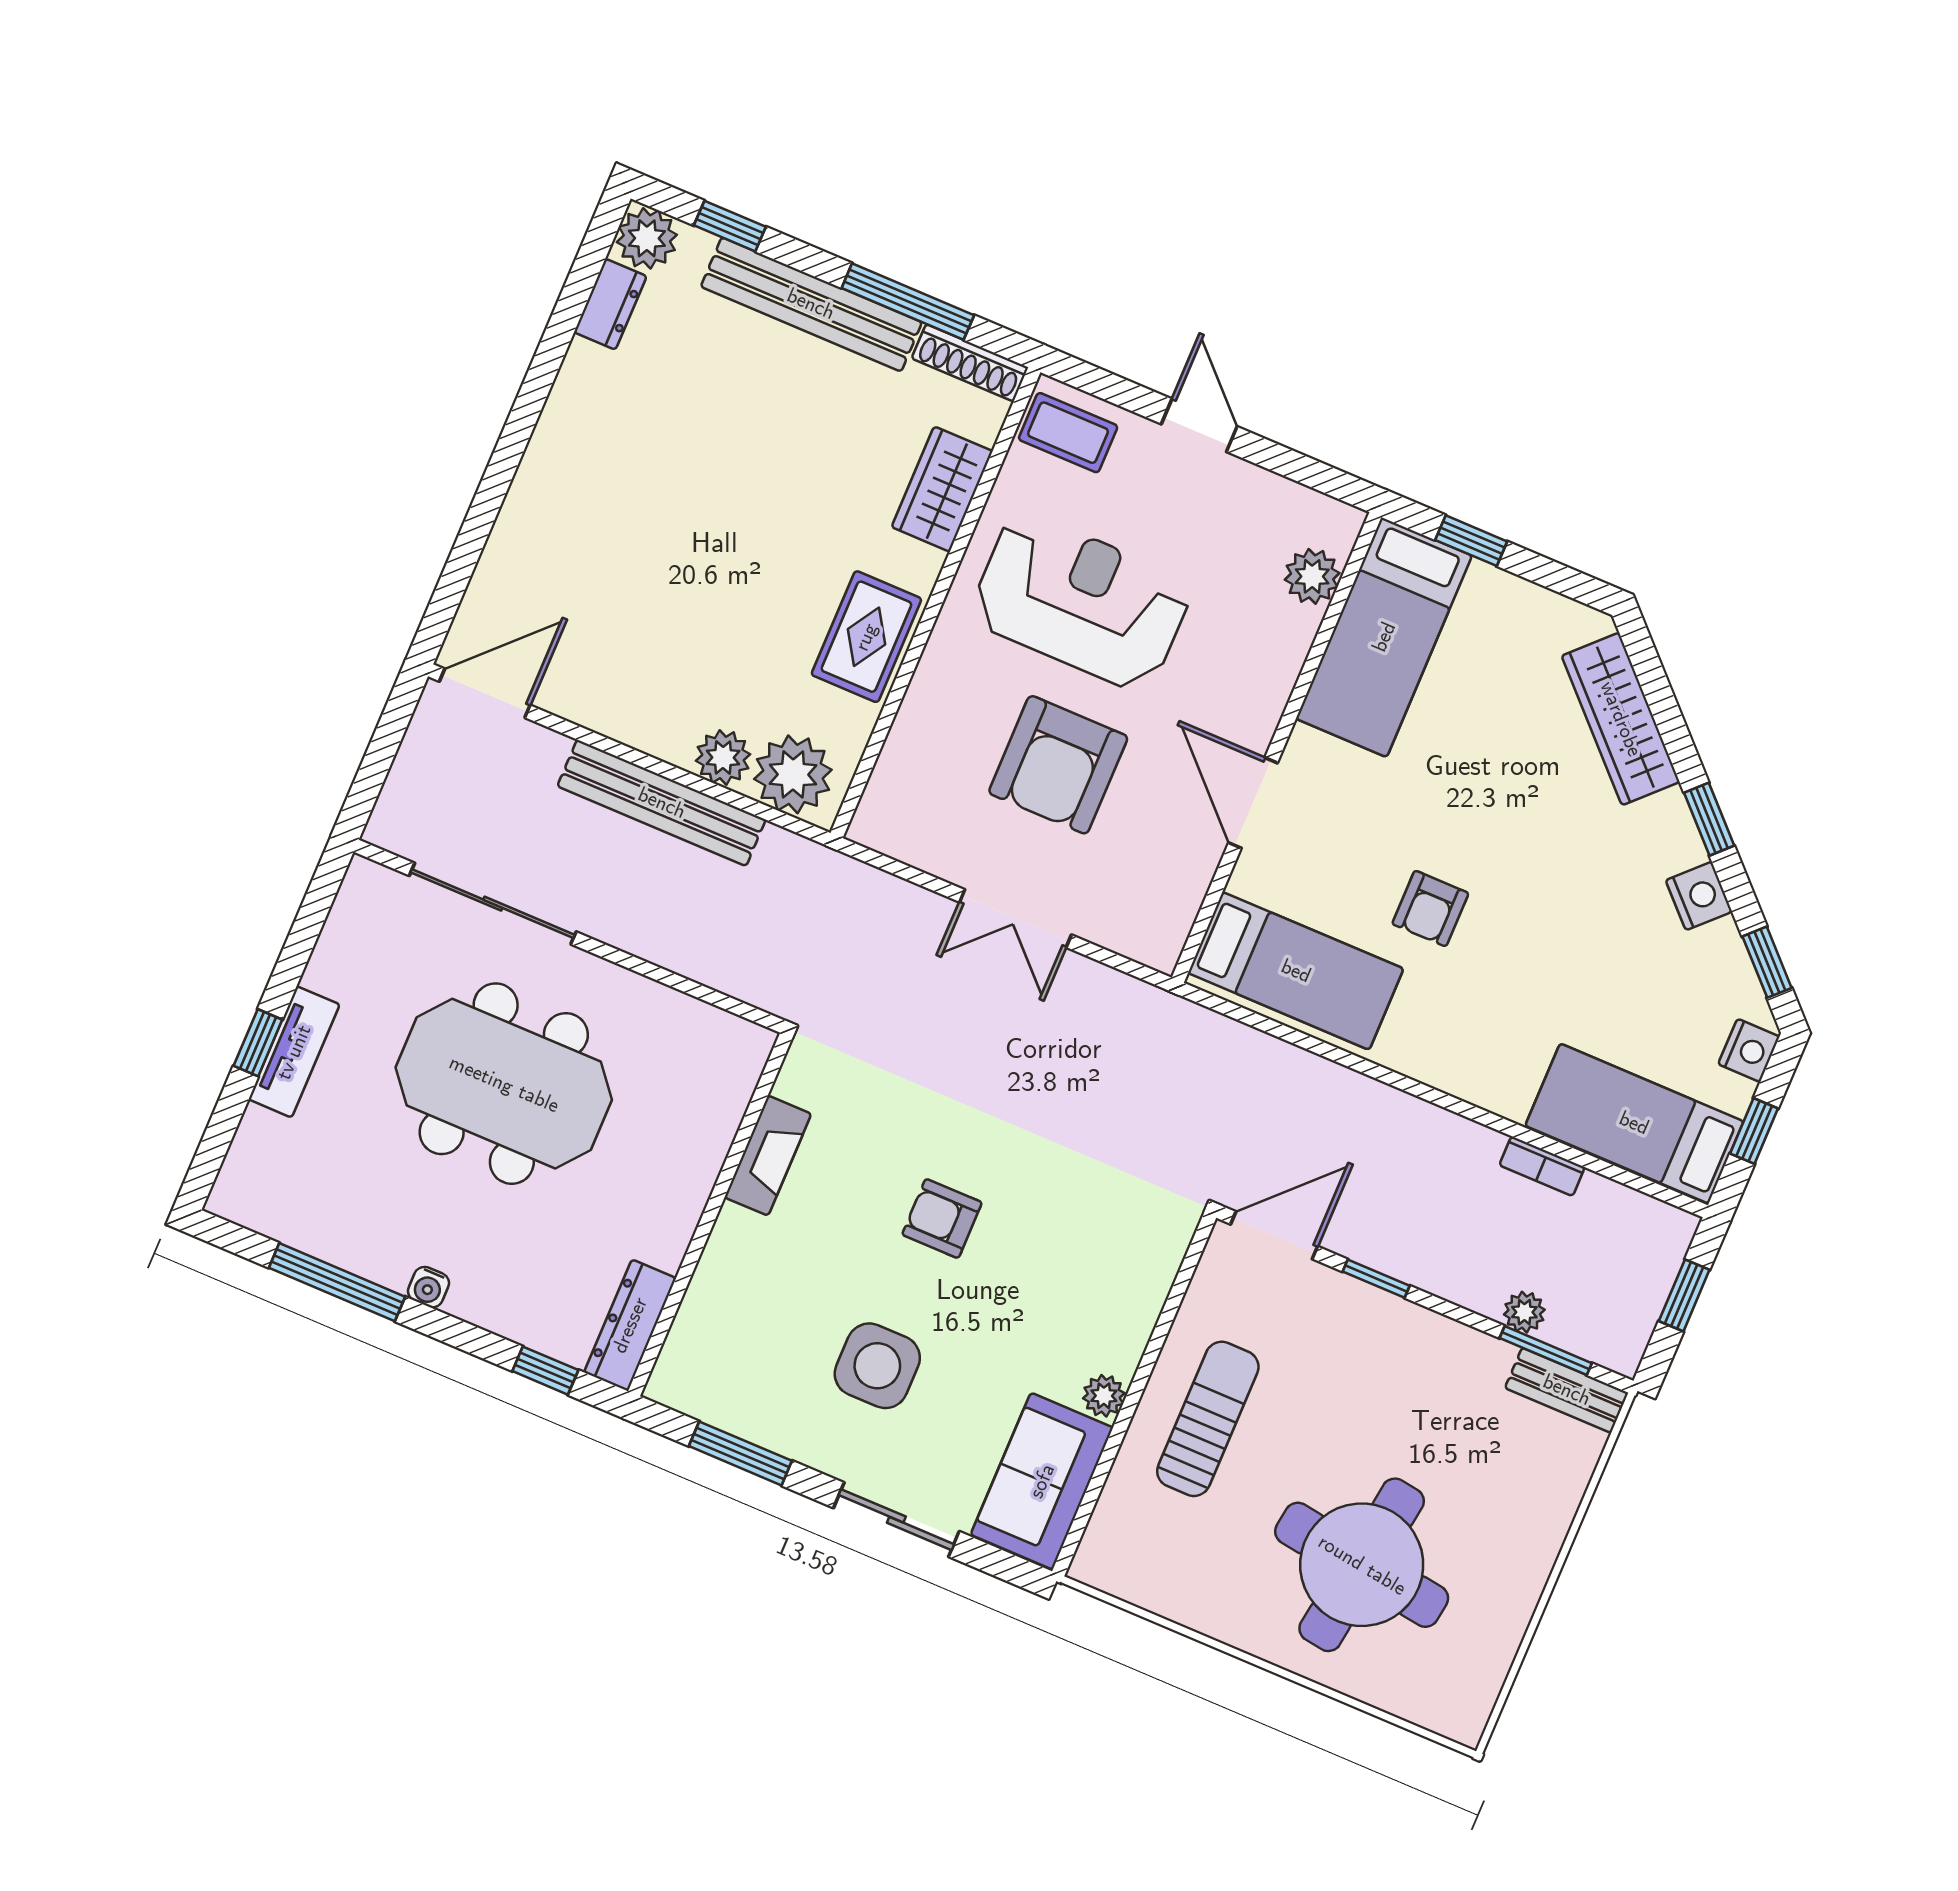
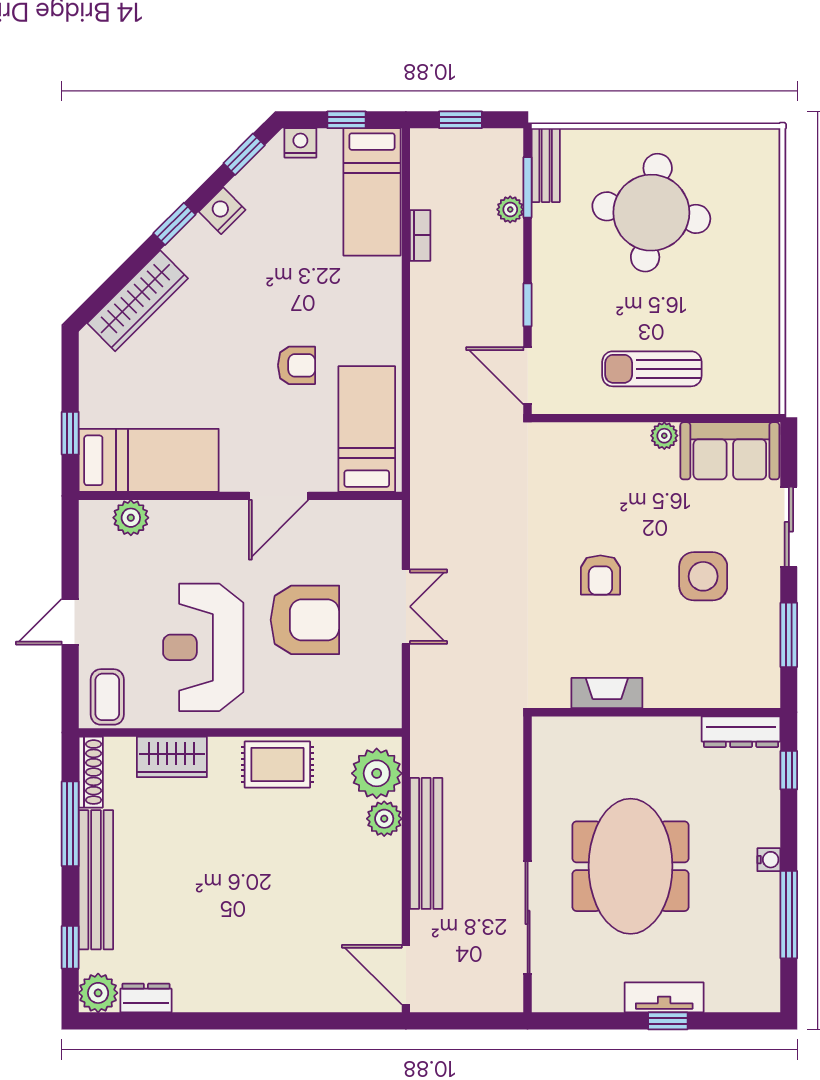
round table: (1362, 1565) -> (651, 213), moved

